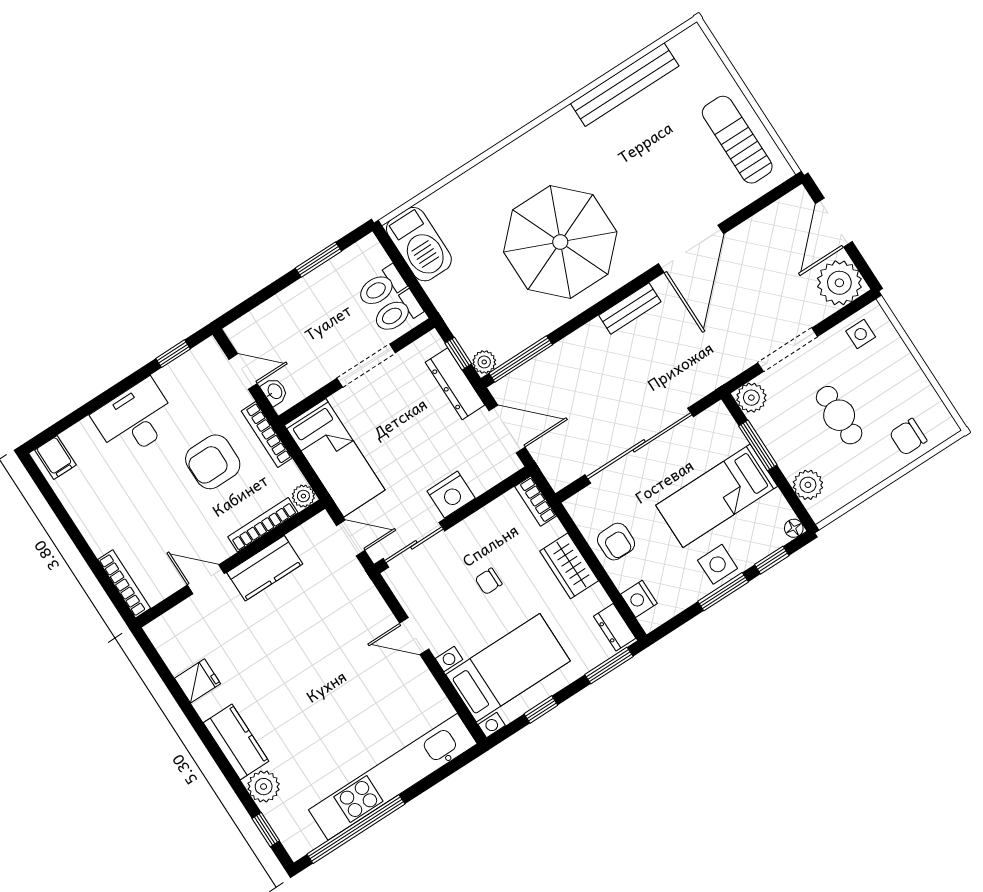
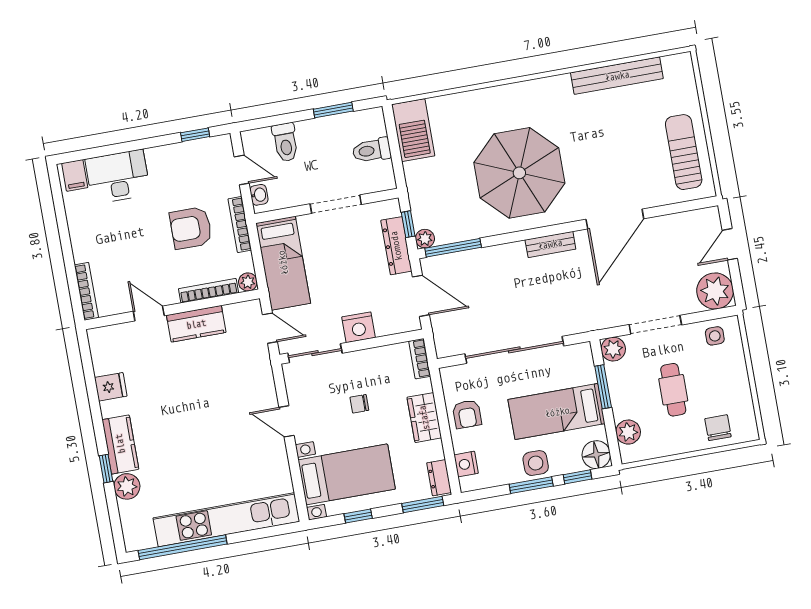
door: (834, 223) -> (730, 244), width x0.73
toilet: (397, 312) -> (285, 142), moved, turned -90
desk: (135, 419) -> (118, 177), moved
chair: (908, 437) -> (718, 428), turned 90
floor lamp: (794, 528) -> (596, 455), width x1.89, depth x1.89
window: (266, 830) -> (106, 469), moved

